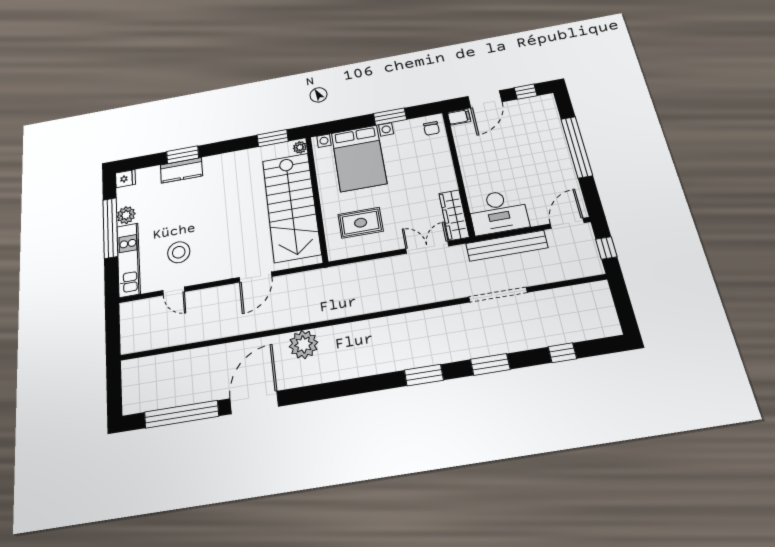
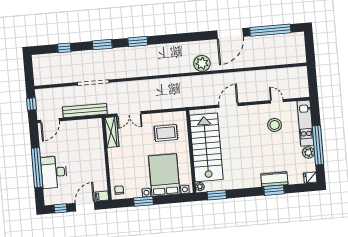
desk: (498, 212) -> (54, 172), moved, turned -90

